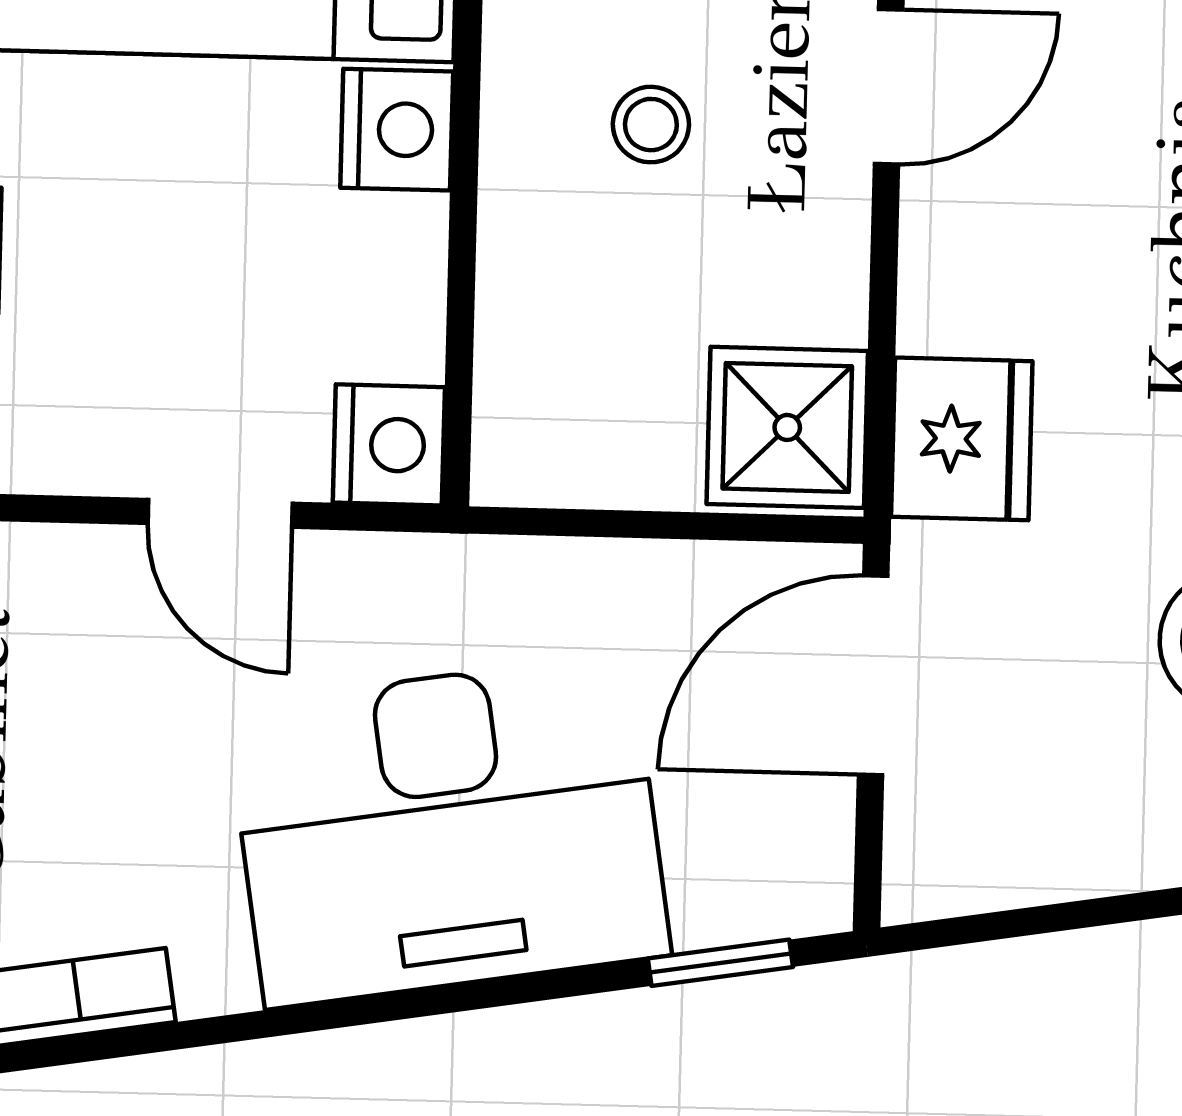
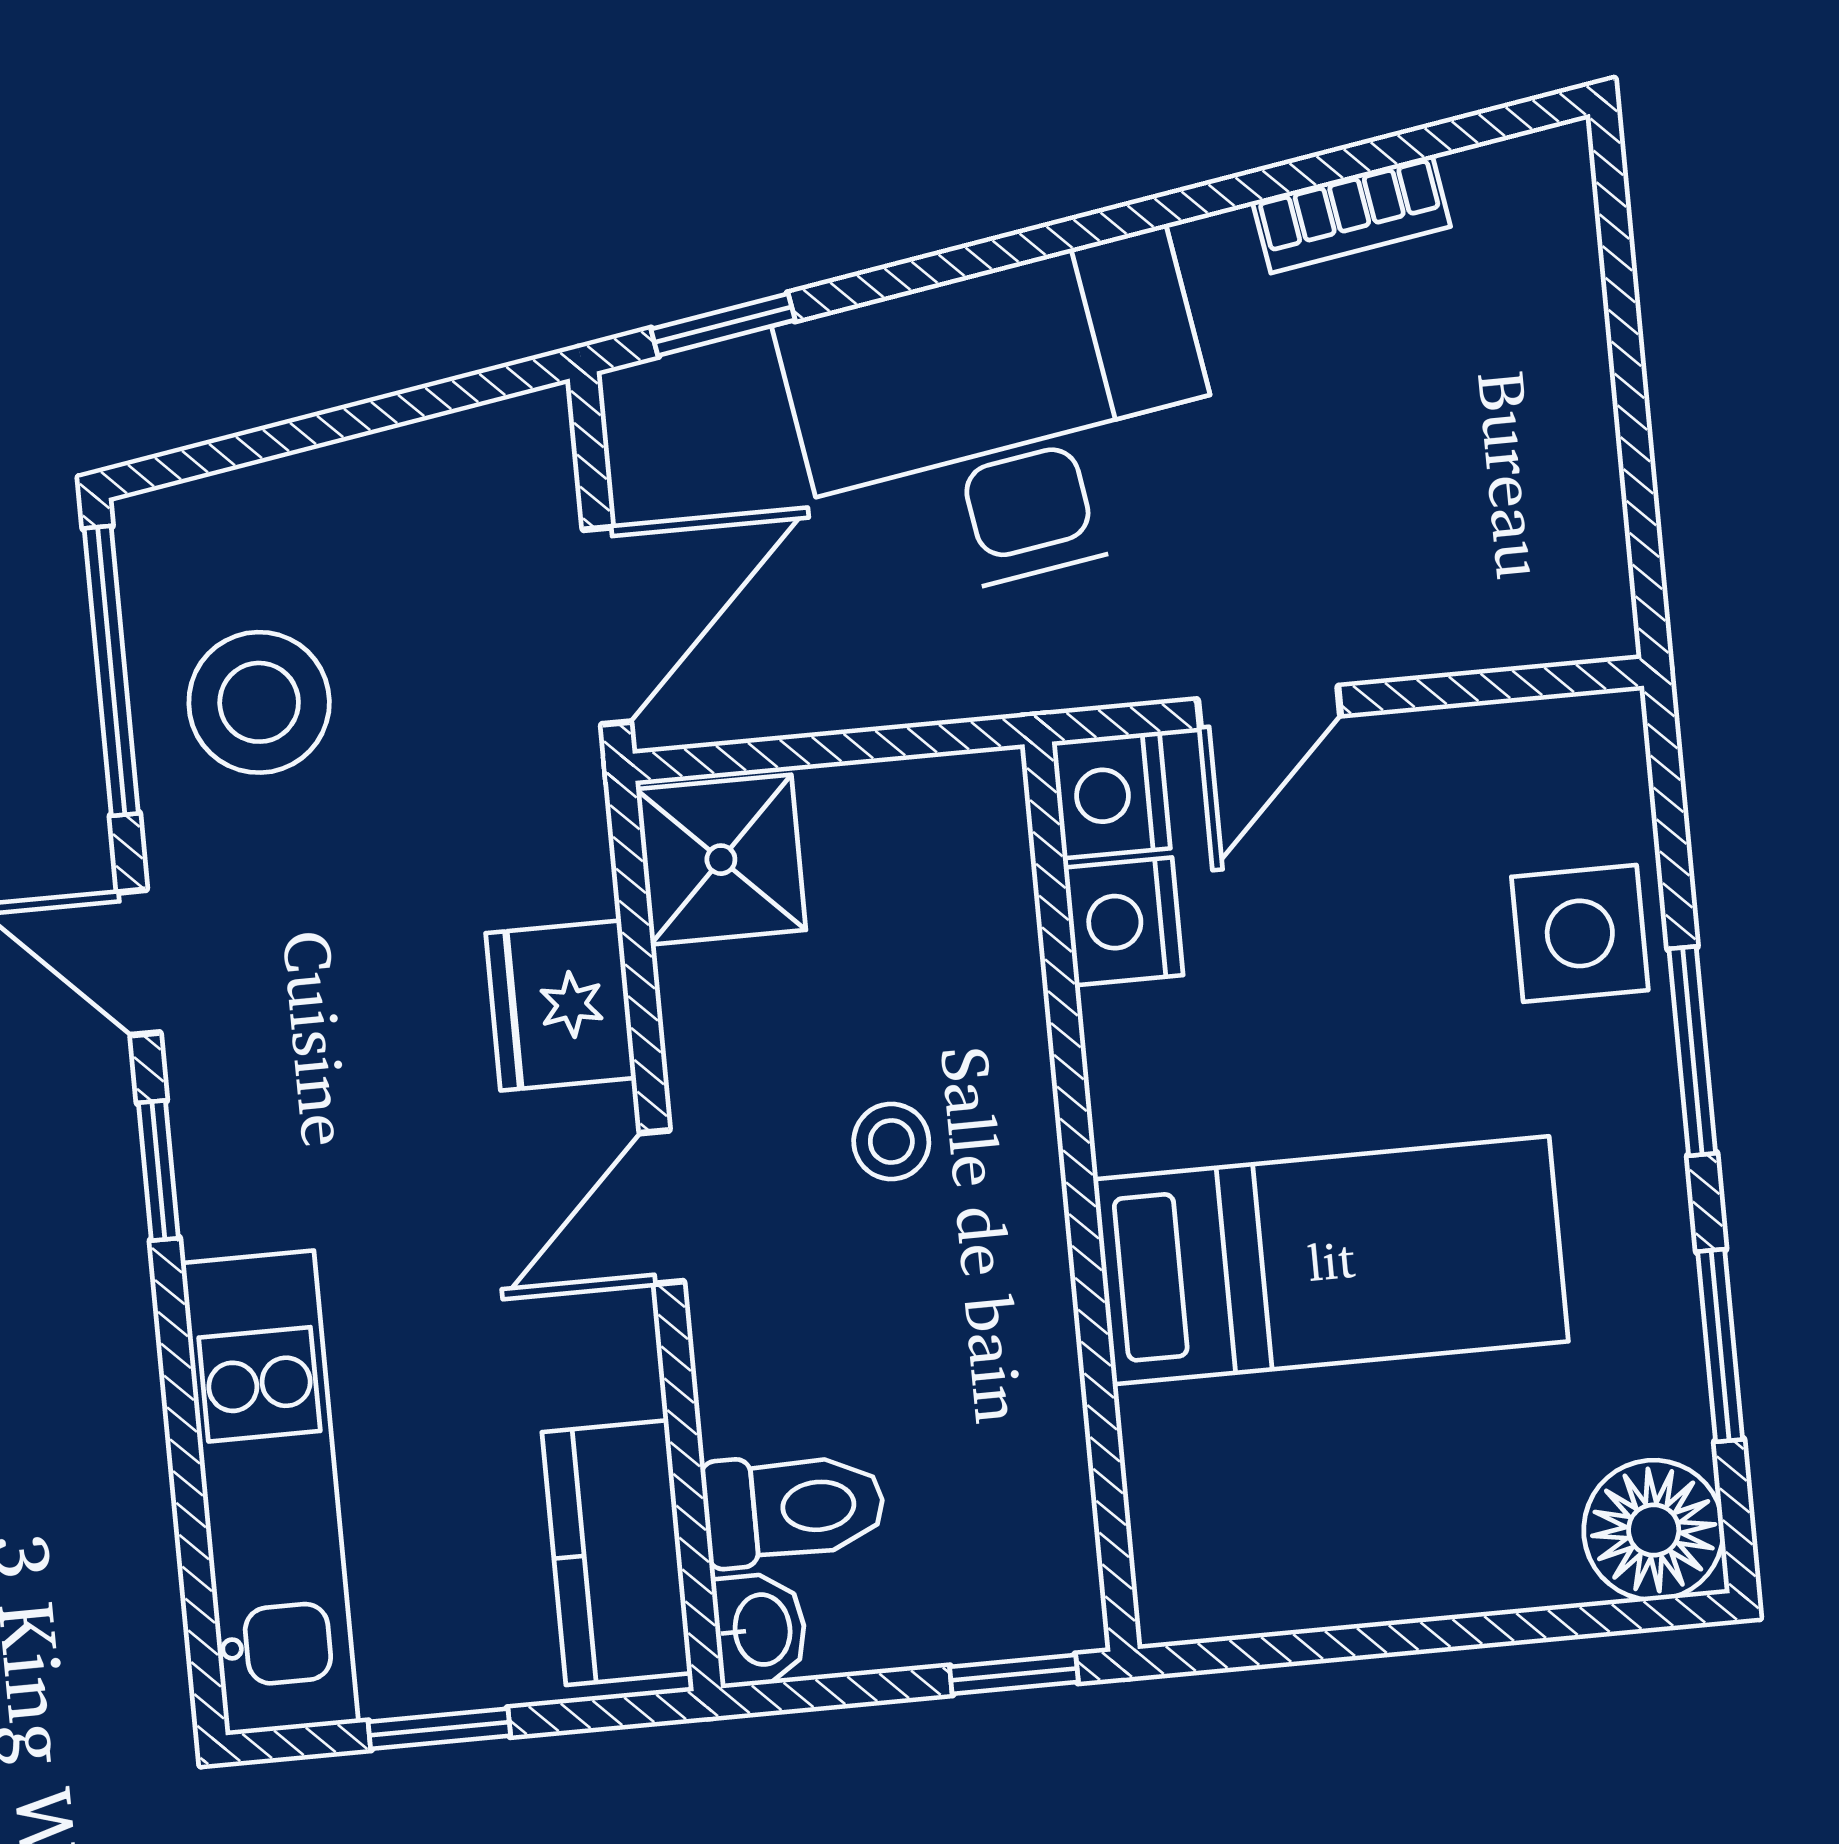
nightstand: (397, 130) -> (1123, 921), moved
fridge: (962, 439) -> (561, 1006), moved
door: (220, 513) -> (1269, 707), swing flipped

